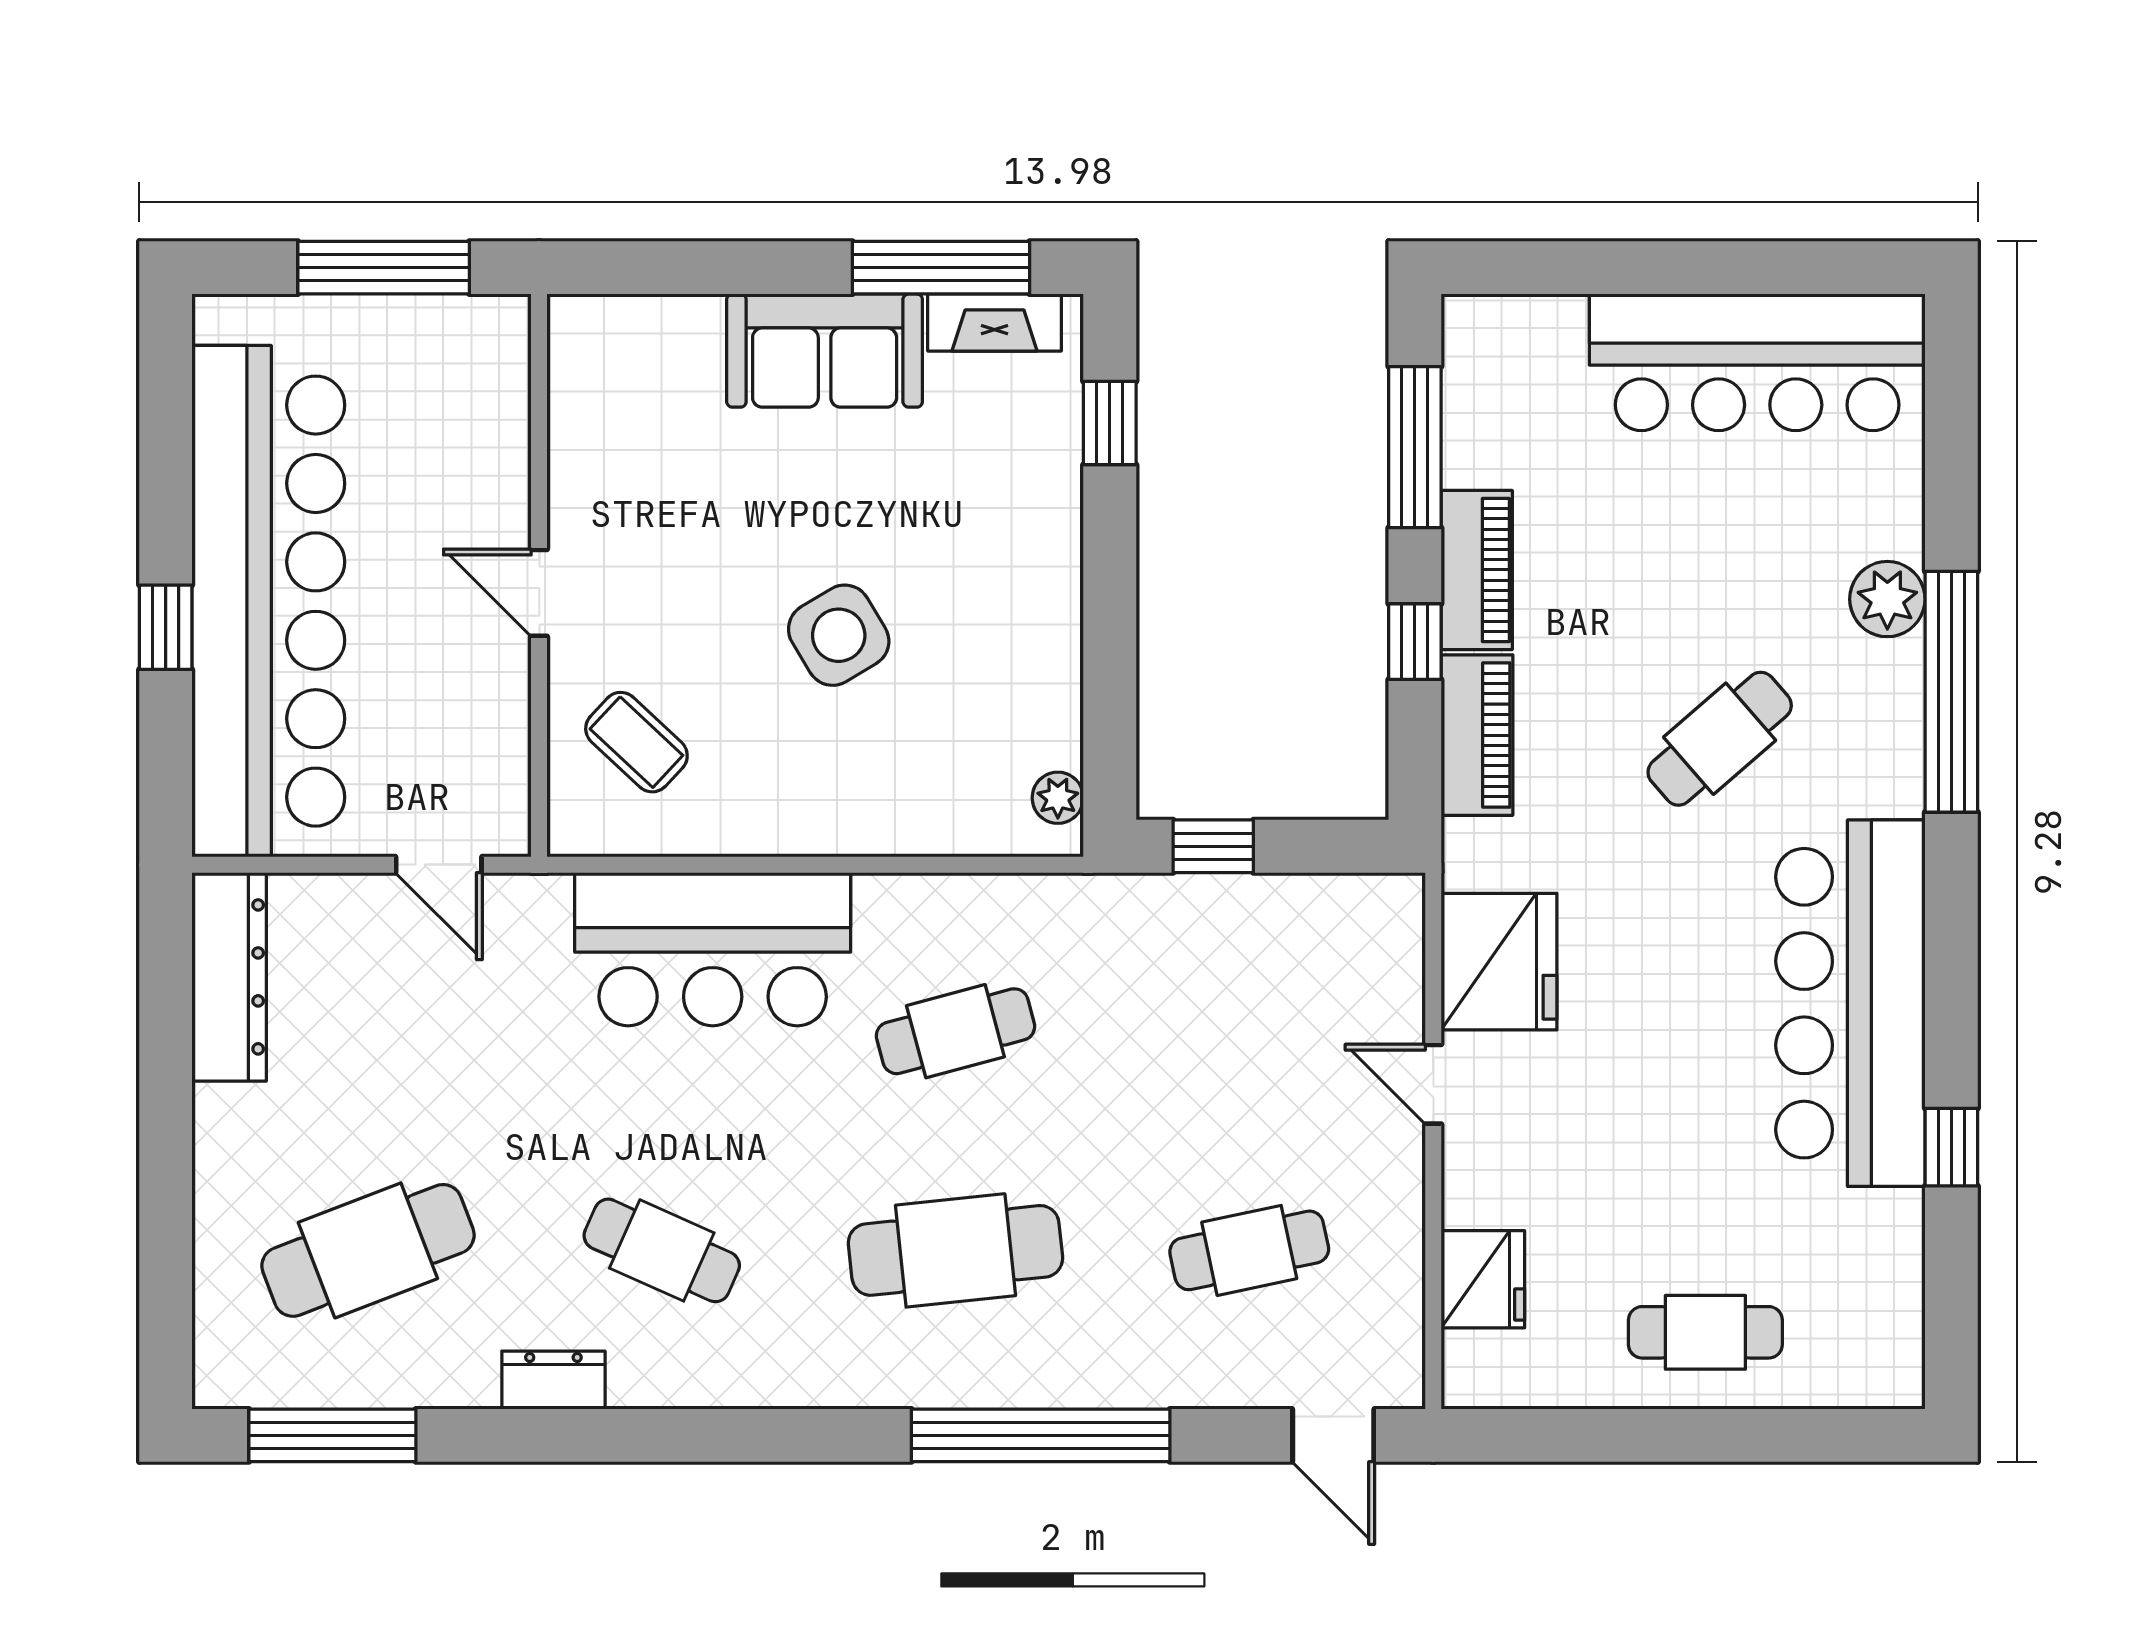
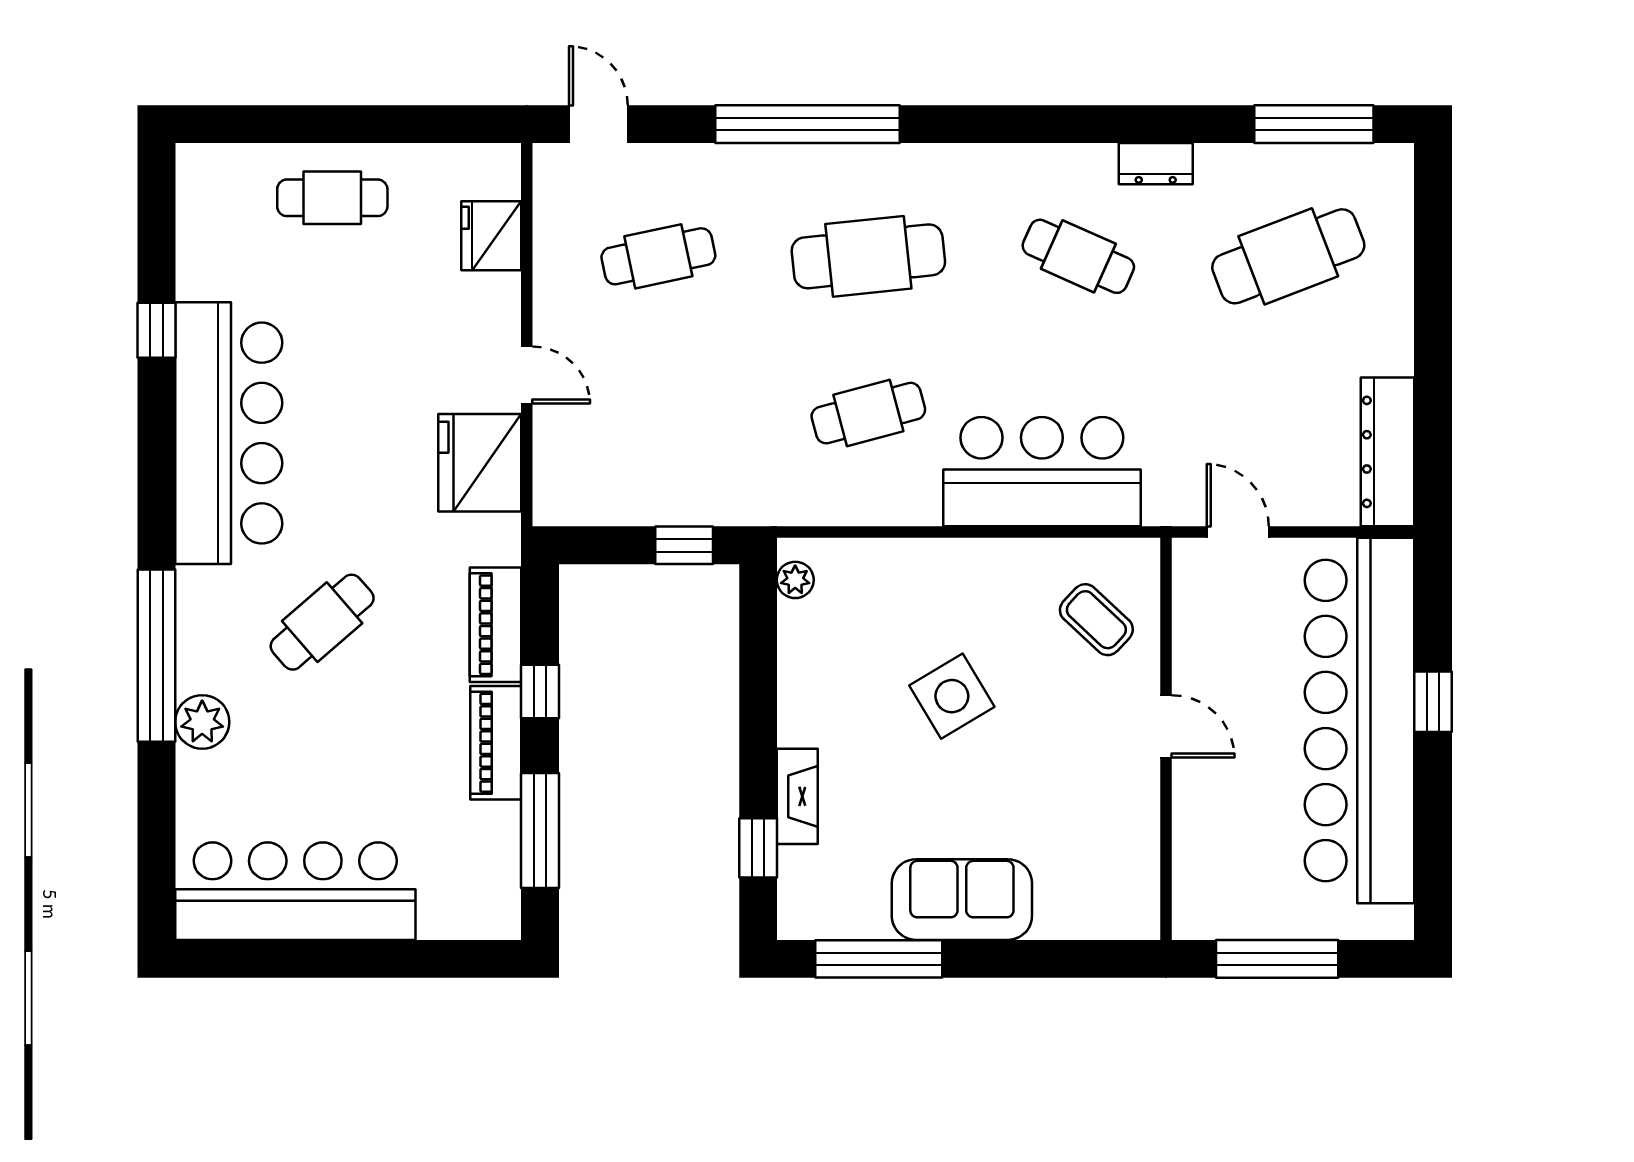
fireplace: (995, 322) -> (797, 796), moved, turned 90

